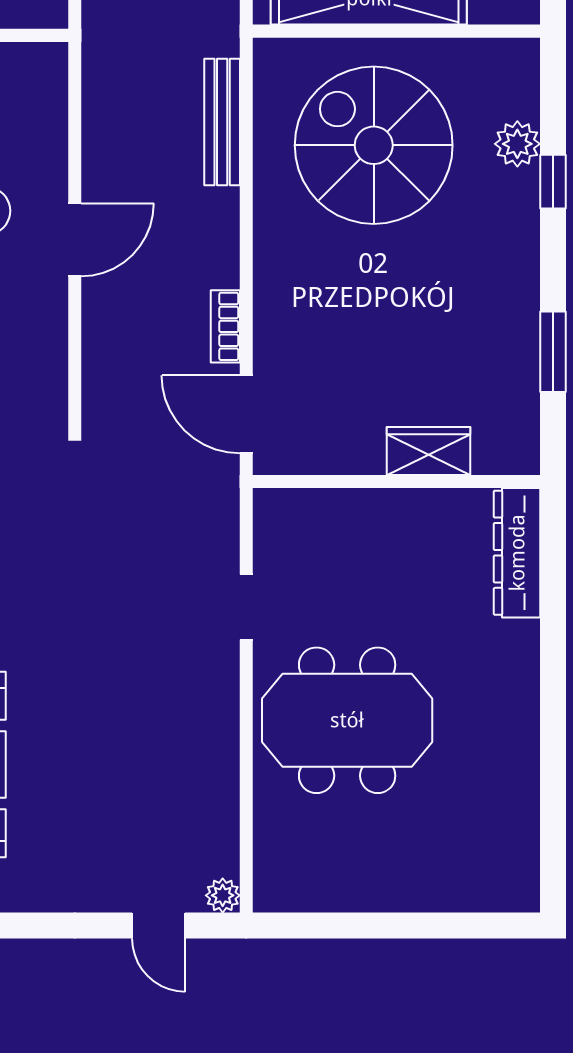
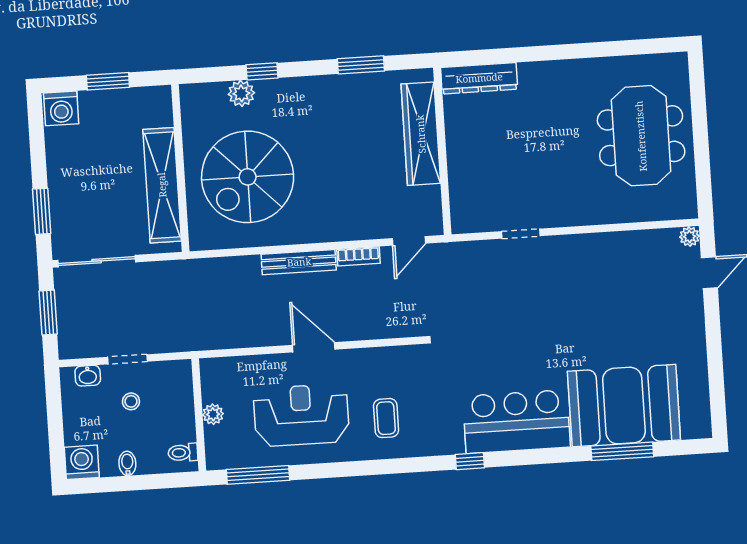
bench: (222, 122) -> (299, 262), moved
door: (246, 414) -> (409, 241), width x0.73
wardrobe: (429, 451) -> (421, 134), width x2.10, depth x1.17
meeting table: (347, 720) -> (641, 136), moved

